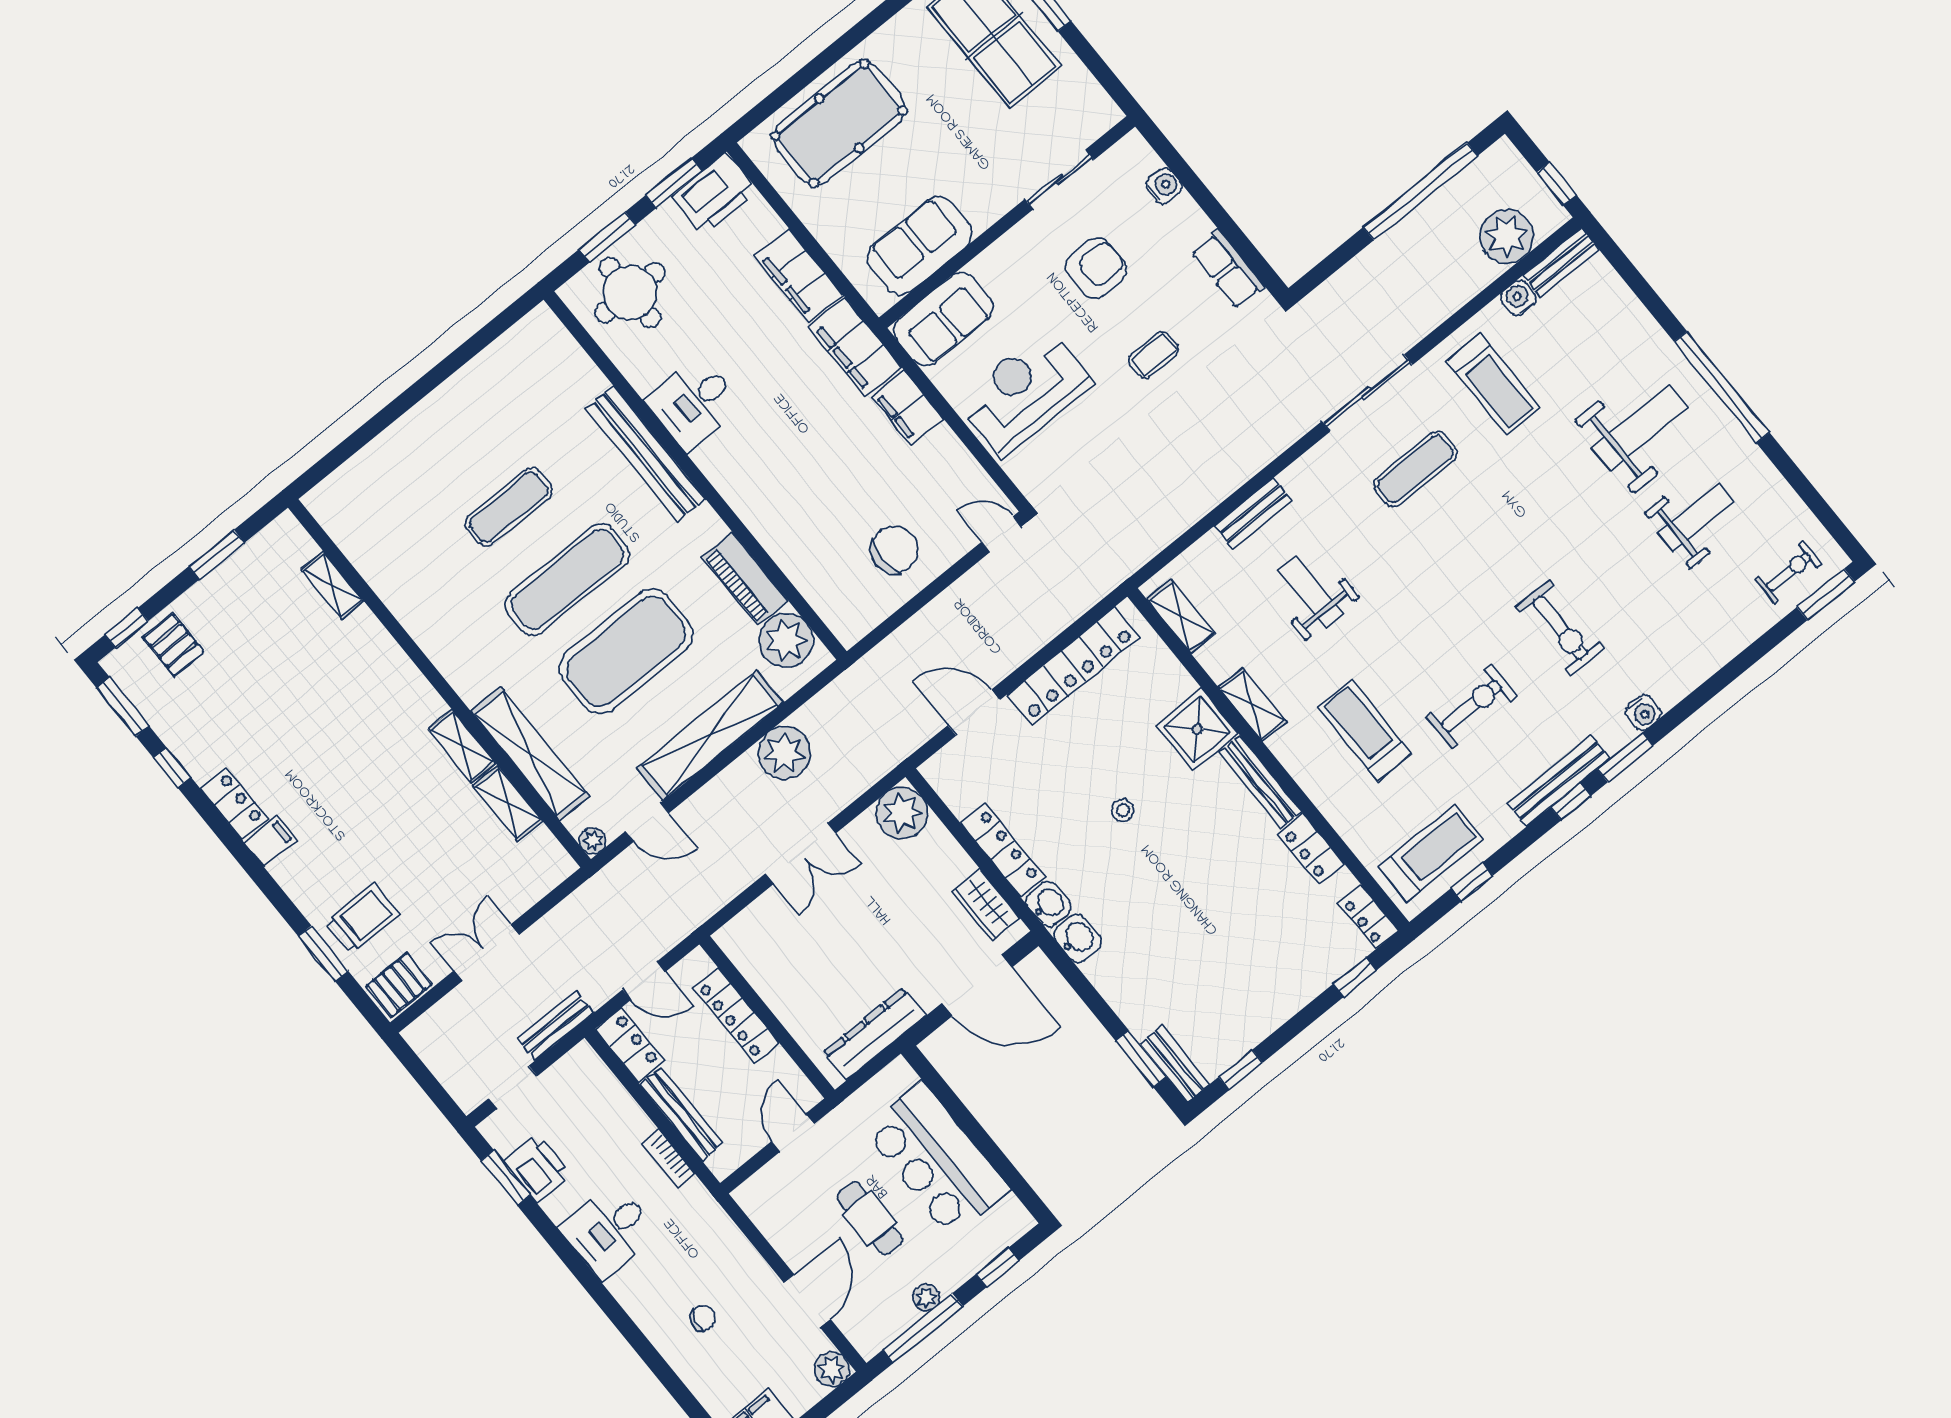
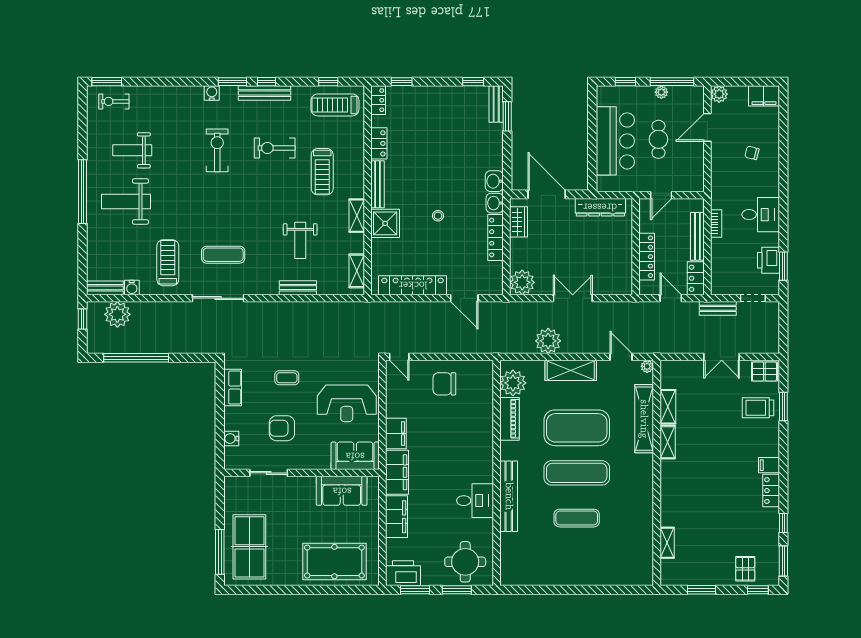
shelving: (710, 735) -> (571, 370), width x0.68

